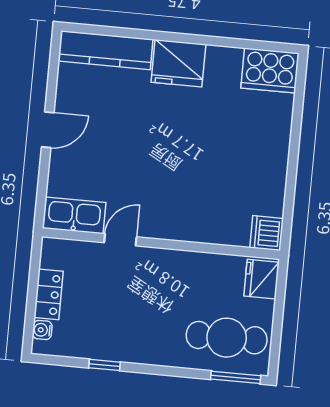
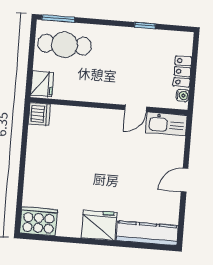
water cooler: (42, 330) -> (183, 95), moved

